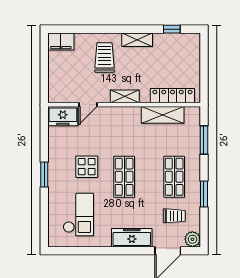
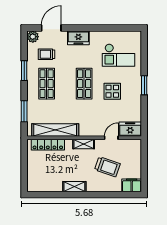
window: (172, 29) -> (48, 195), removed
trolley: (104, 57) -> (107, 167), moved, turned -71
shelving: (163, 115) -> (55, 130), width x1.47
checkout: (78, 215) -> (119, 55), turned -90
freezer: (132, 238) -> (78, 38), width x0.71

